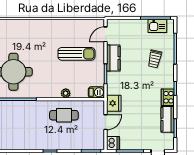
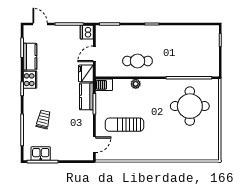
kitchen counter: (113, 58) -> (86, 96), moved

